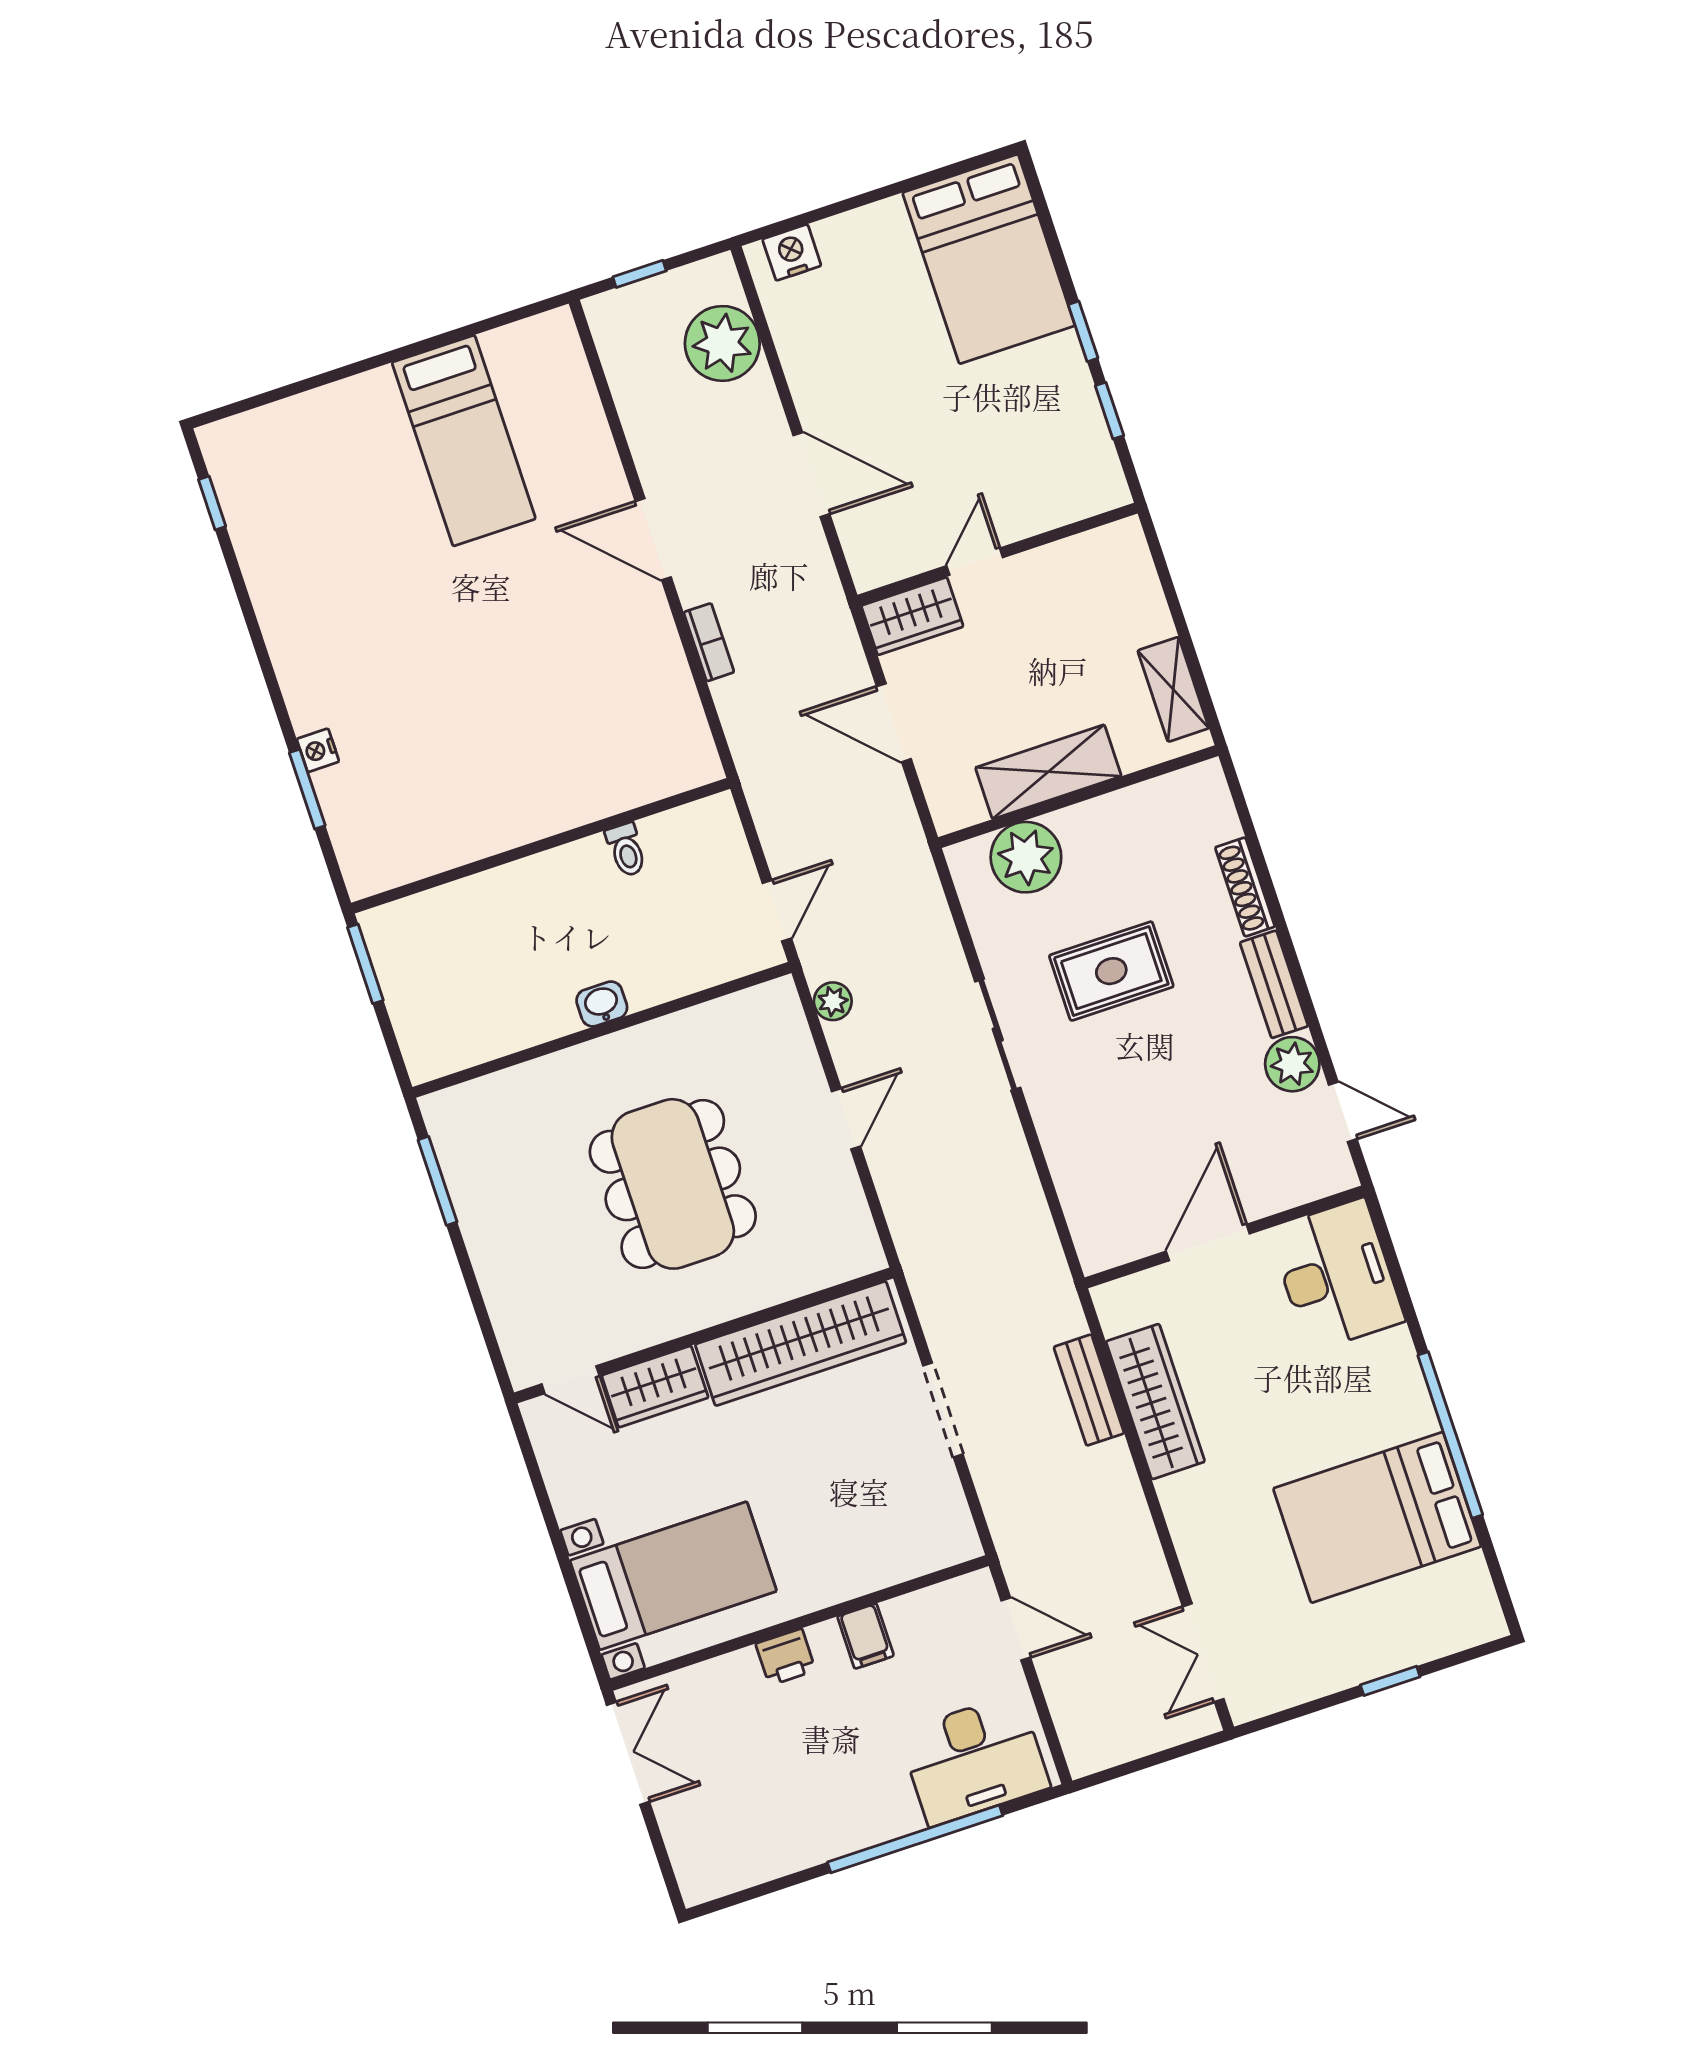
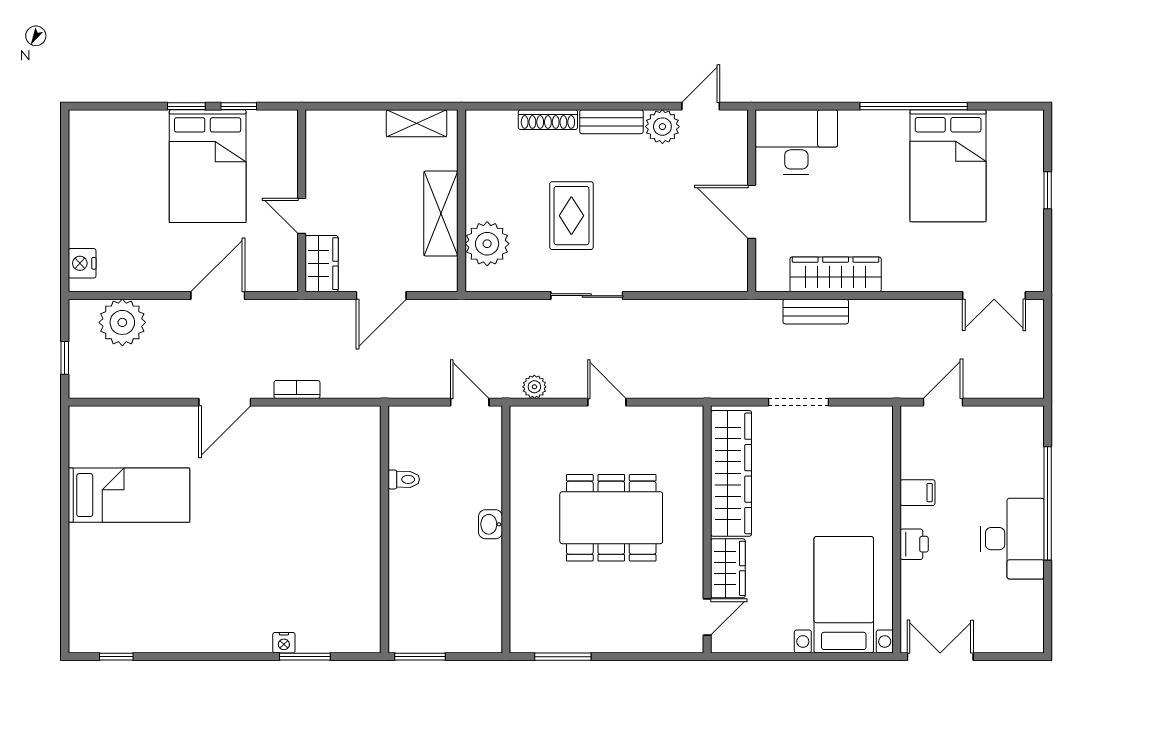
bed: (989, 259) -> (208, 166), moved, turned 90
desk: (974, 1760) -> (1012, 539), moved

